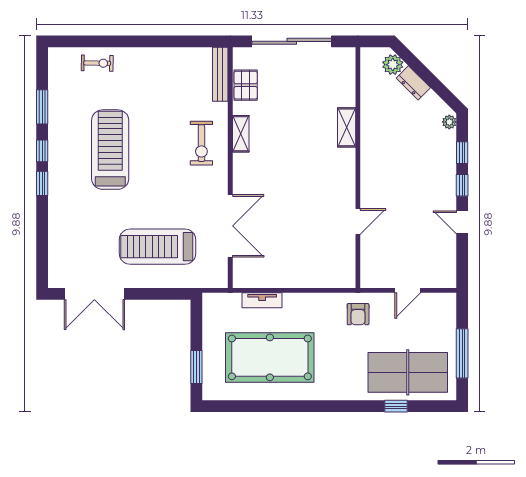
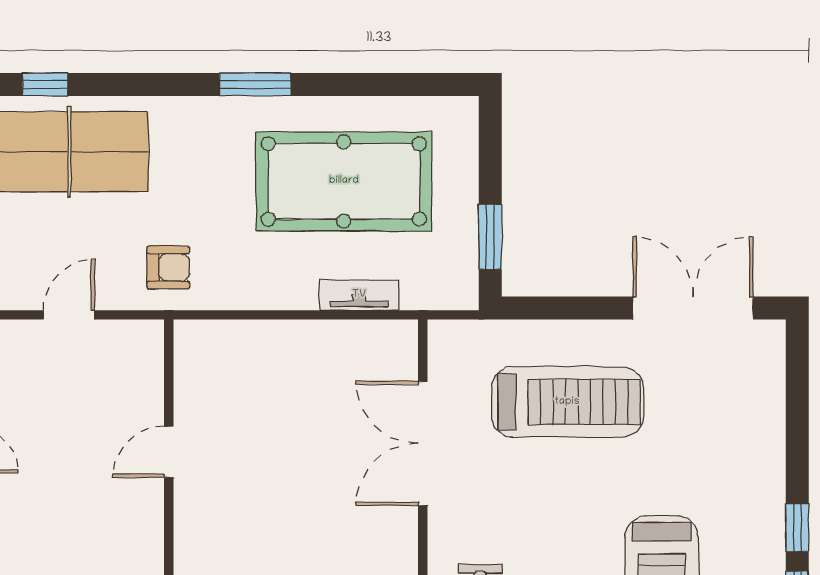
armchair: (358, 314) -> (168, 267), turned 90
window: (196, 367) -> (490, 237), moved
window: (314, 406) -> (255, 84), added
window: (396, 406) -> (45, 84), moved

